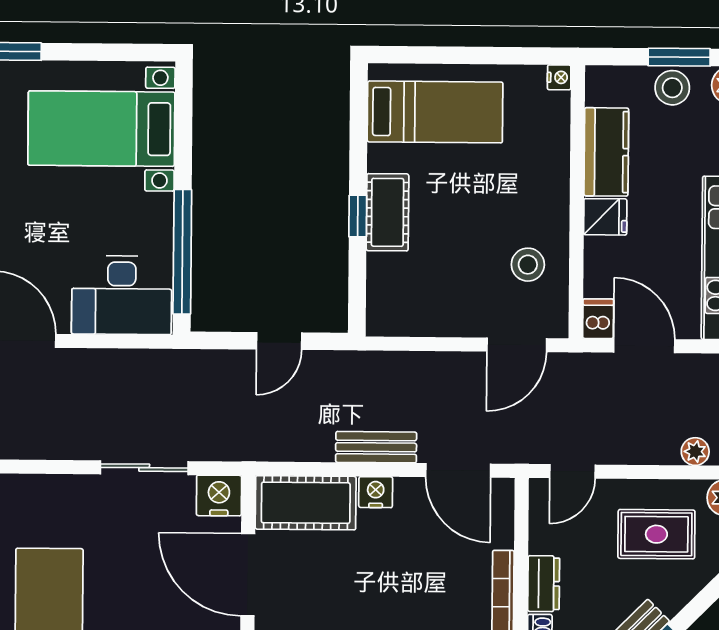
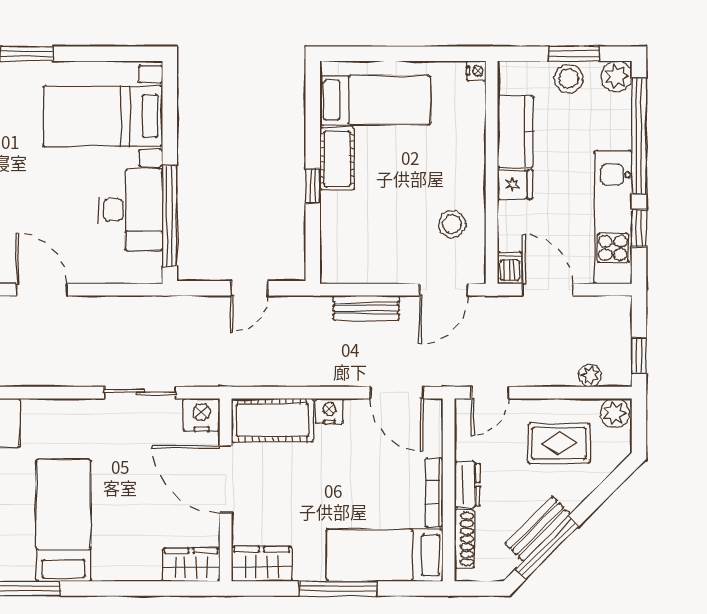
cot: (387, 212) -> (337, 159), moved
desk: (122, 295) -> (131, 210), moved, turned -90
bench: (376, 447) -> (366, 308), moved

